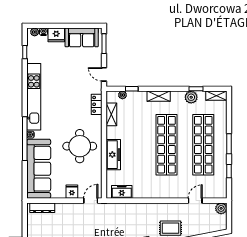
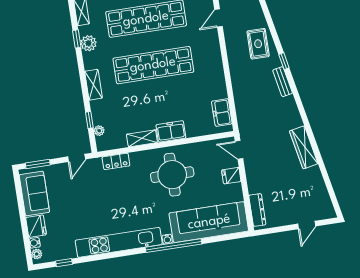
shelving: (111, 114) -> (142, 138), moved
freezer: (113, 155) -> (171, 131), width x0.71
door: (195, 201) -> (218, 18), hinge flipped

